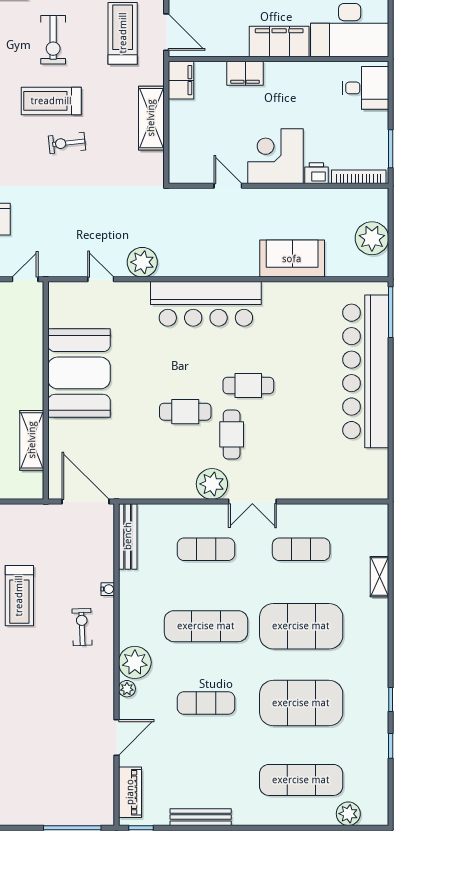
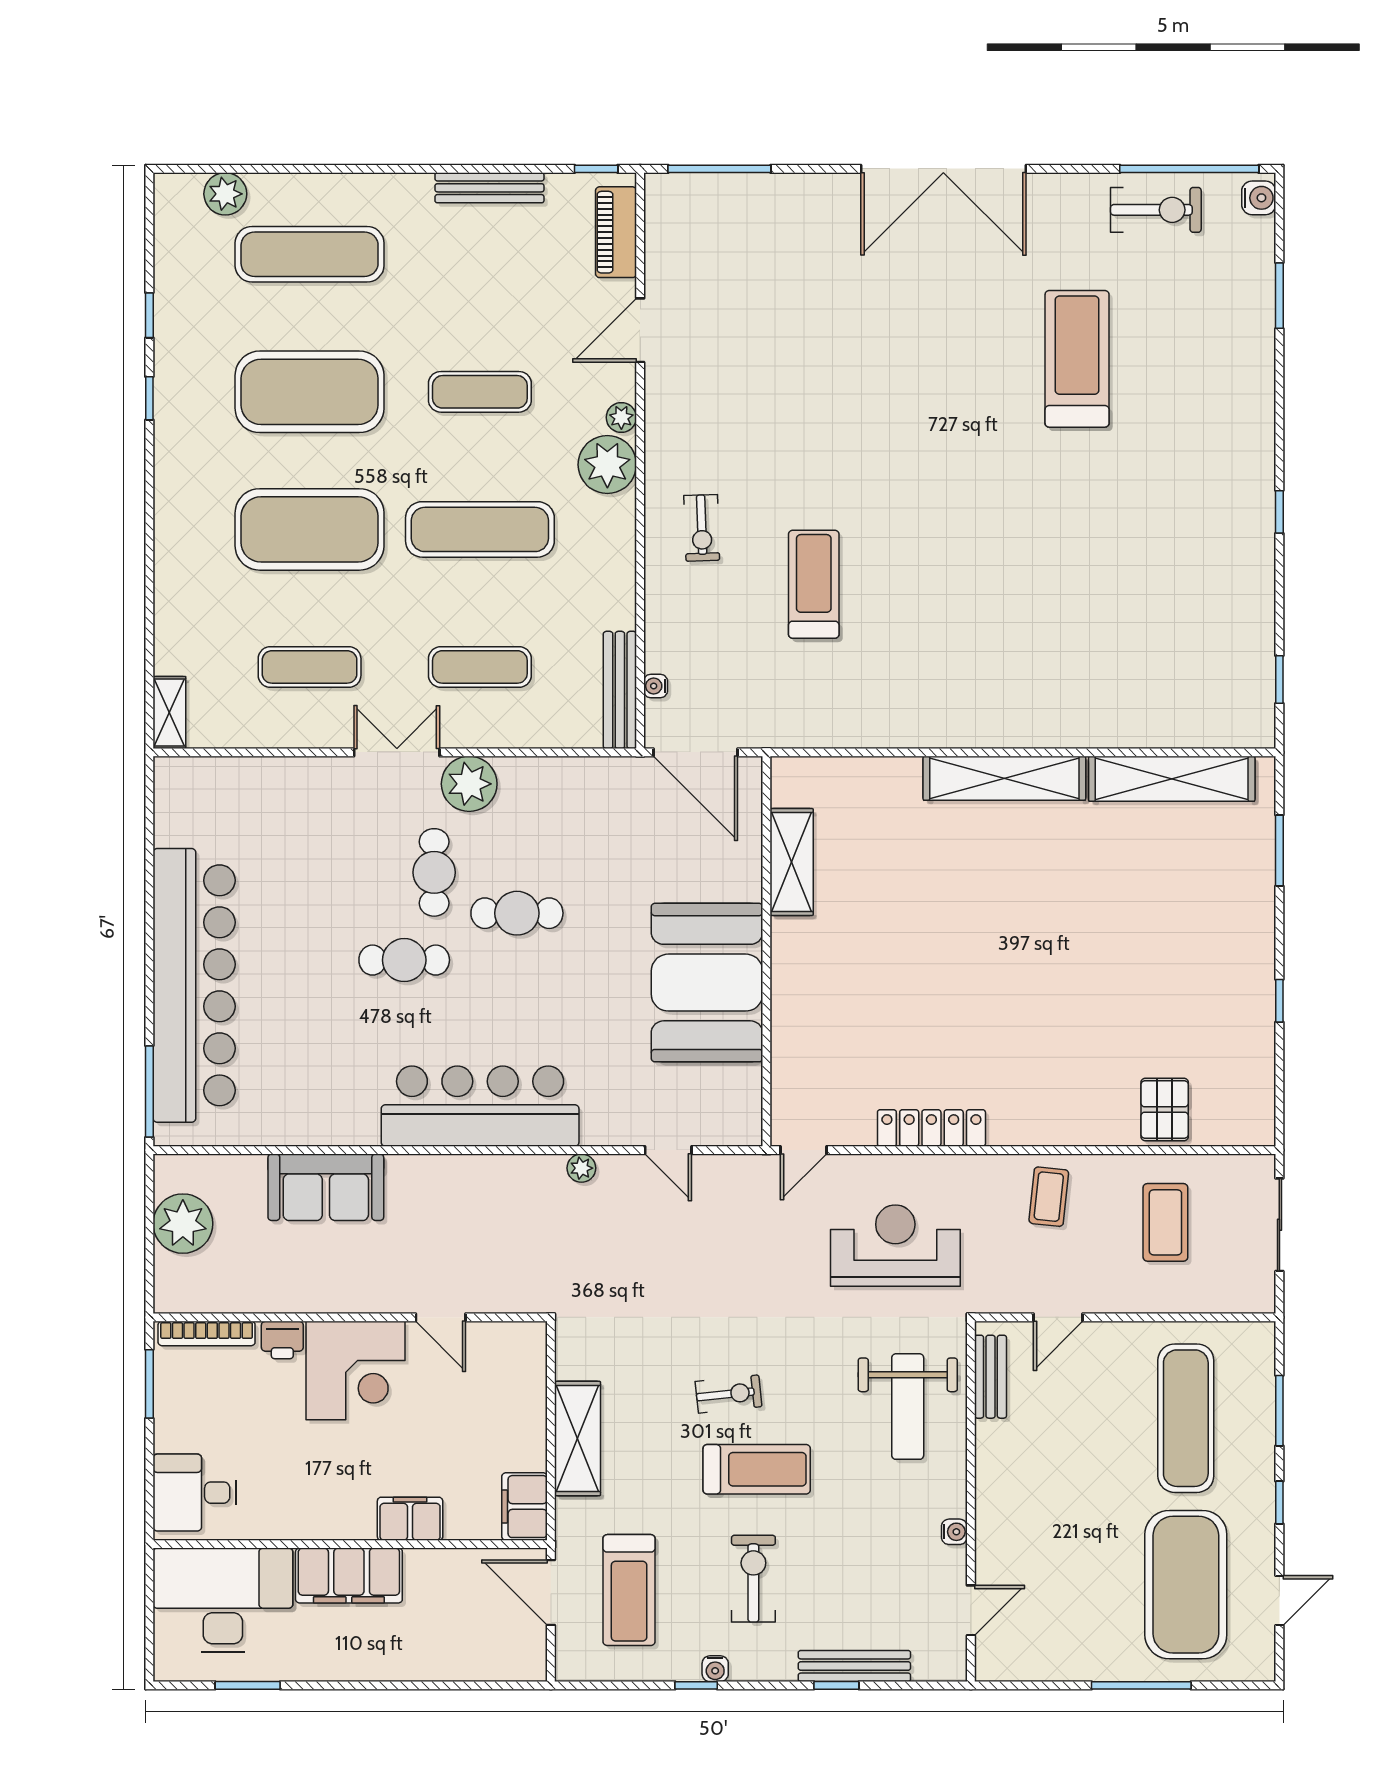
plant: (142, 262) -> (581, 1168), width x0.53, depth x0.53
shelving: (379, 577) -> (169, 712), moved
water cooler: (108, 589) -> (656, 686), moved

